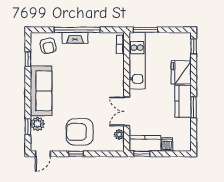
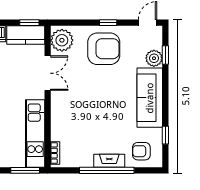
armchair: (48, 46) -> (141, 151), turned -78
plant: (119, 135) -> (62, 40), width x1.87, depth x1.87

